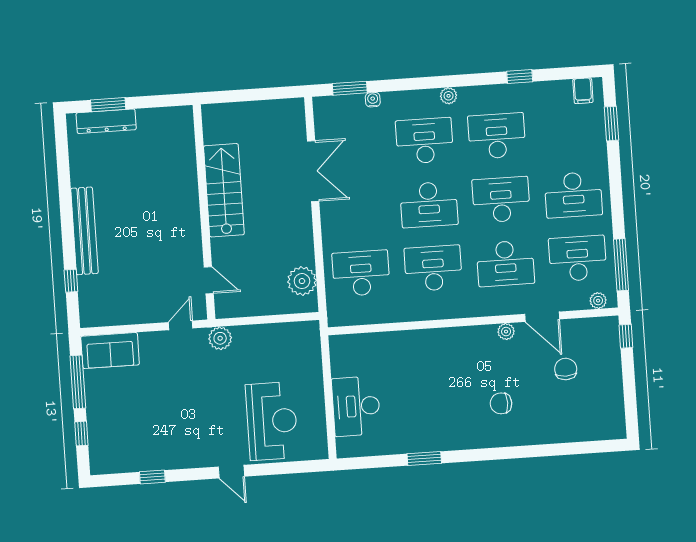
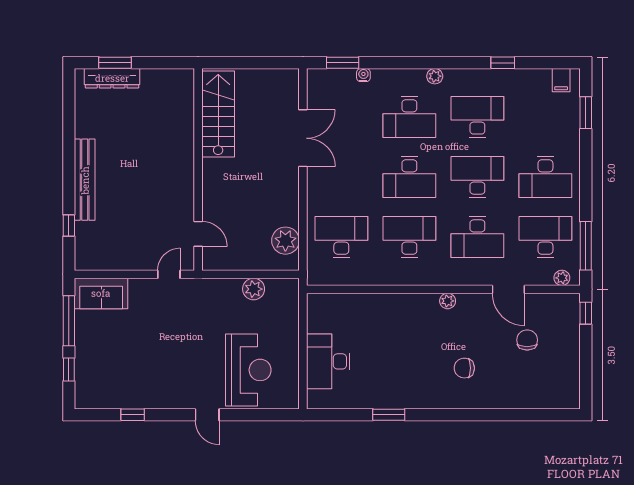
desk: (425, 141) -> (409, 117), turned 180
stairs: (224, 190) -> (218, 114), moved
plant: (506, 332) -> (448, 301), moved
plant: (220, 338) -> (254, 289), moved

